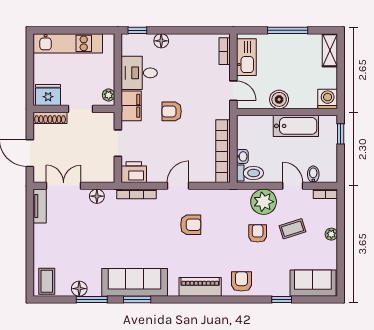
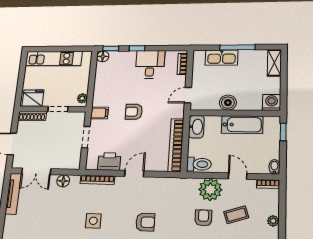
window: (169, 30) -> (137, 48), added
floor lamp: (161, 41) -> (103, 56), moved
kitchen sink: (246, 57) -> (222, 58), moved, turned 90
desk: (139, 73) -> (150, 64), moved, turned 90
door: (233, 91) -> (188, 95), swing flipped
filing cabinet: (131, 106) -> (99, 113), width x0.50
washbasin: (242, 156) -> (196, 127), moved, width x1.91, depth x1.45
printer: (134, 172) -> (109, 161), moved
bidet: (313, 174) -> (274, 167), moved
double door: (64, 186) -> (36, 171), swing flipped
tv unit: (40, 206) -> (13, 194), width x1.41
armchair: (191, 225) -> (145, 222), moved
side table: (136, 241) -> (93, 221), added

